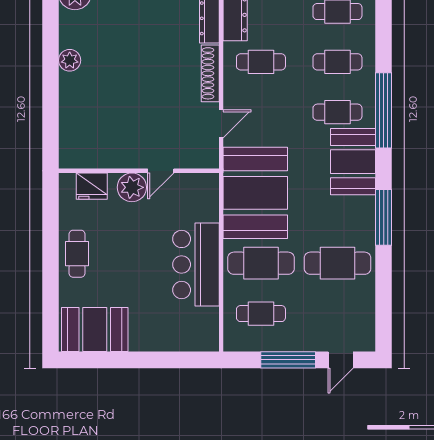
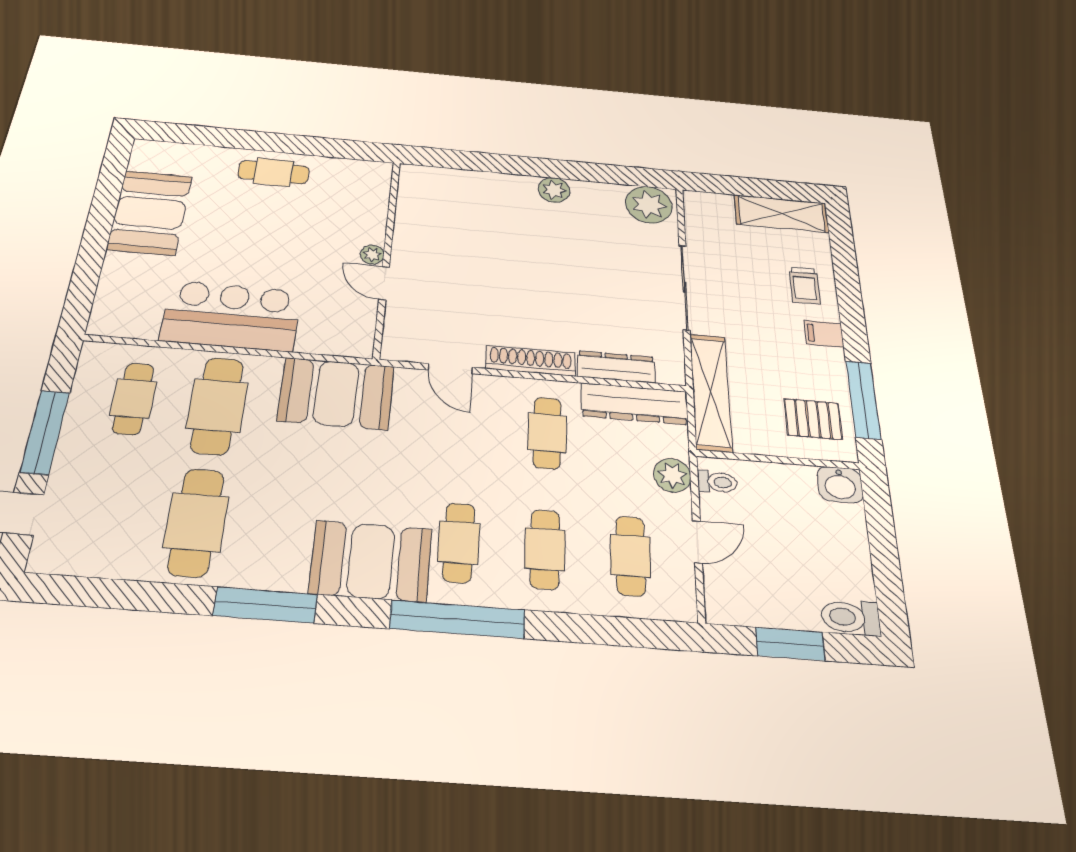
fridge: (92, 186) -> (370, 198), removed
plant: (132, 187) -> (372, 255), width x0.53, depth x0.53
booth: (255, 193) -> (336, 393), width x0.73, depth x0.70
booth: (95, 329) -> (150, 213), moved

